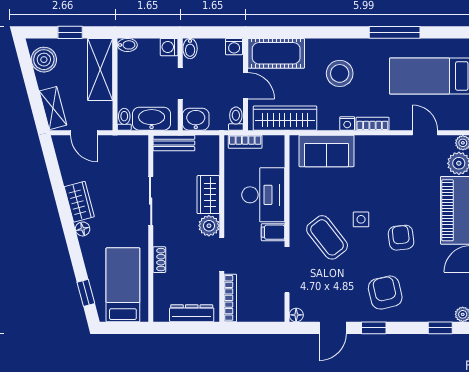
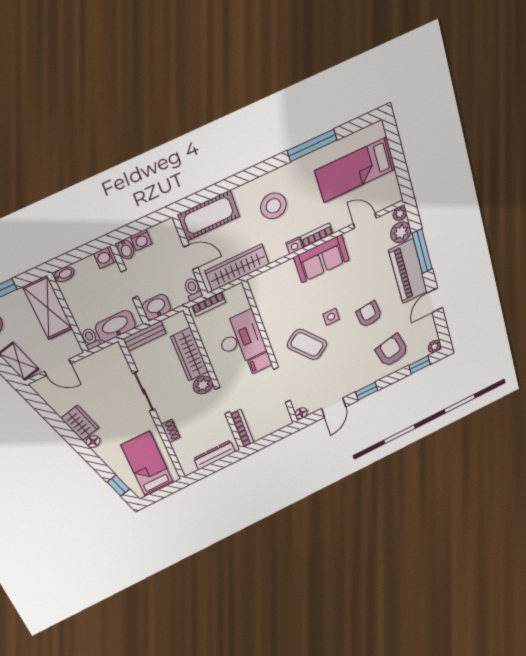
washing machine: (234, 47) -> (141, 240), moved
sofa: (327, 151) -> (322, 259), moved
wardrobe: (208, 195) -> (190, 354), width x1.50
armchair: (385, 293) -> (392, 351), moved

